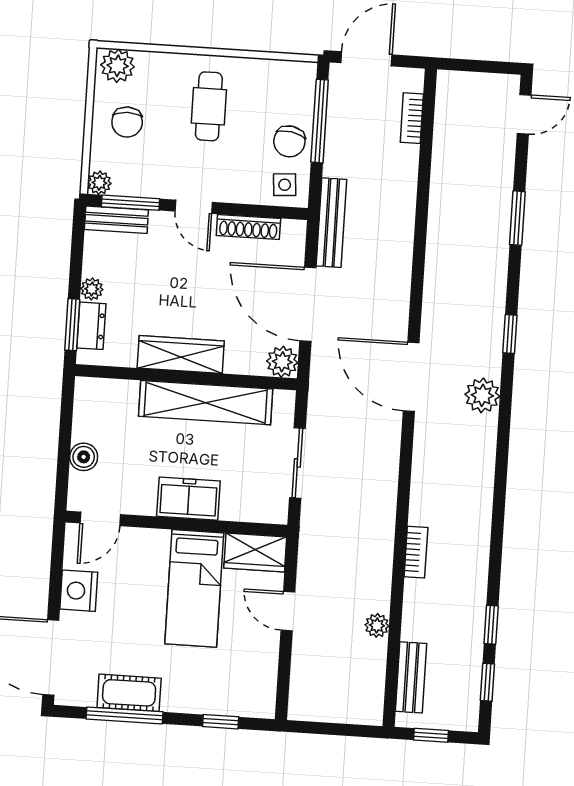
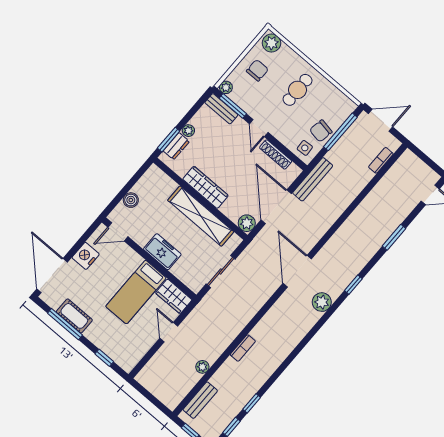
chair: (127, 122) -> (257, 70), turned 180

